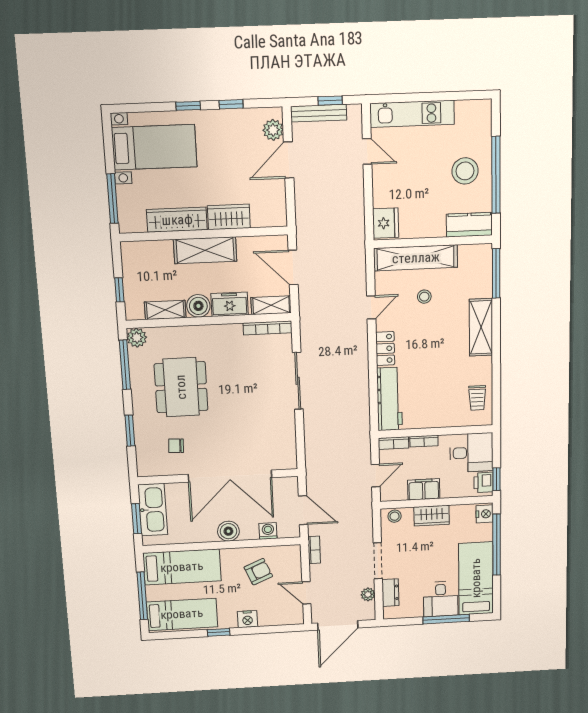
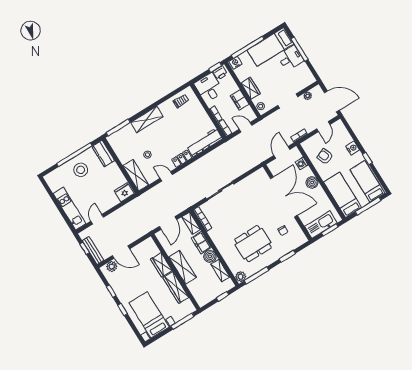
shelving: (416, 258) -> (136, 175), width x0.68
dresser: (390, 593) -> (301, 85), removed

